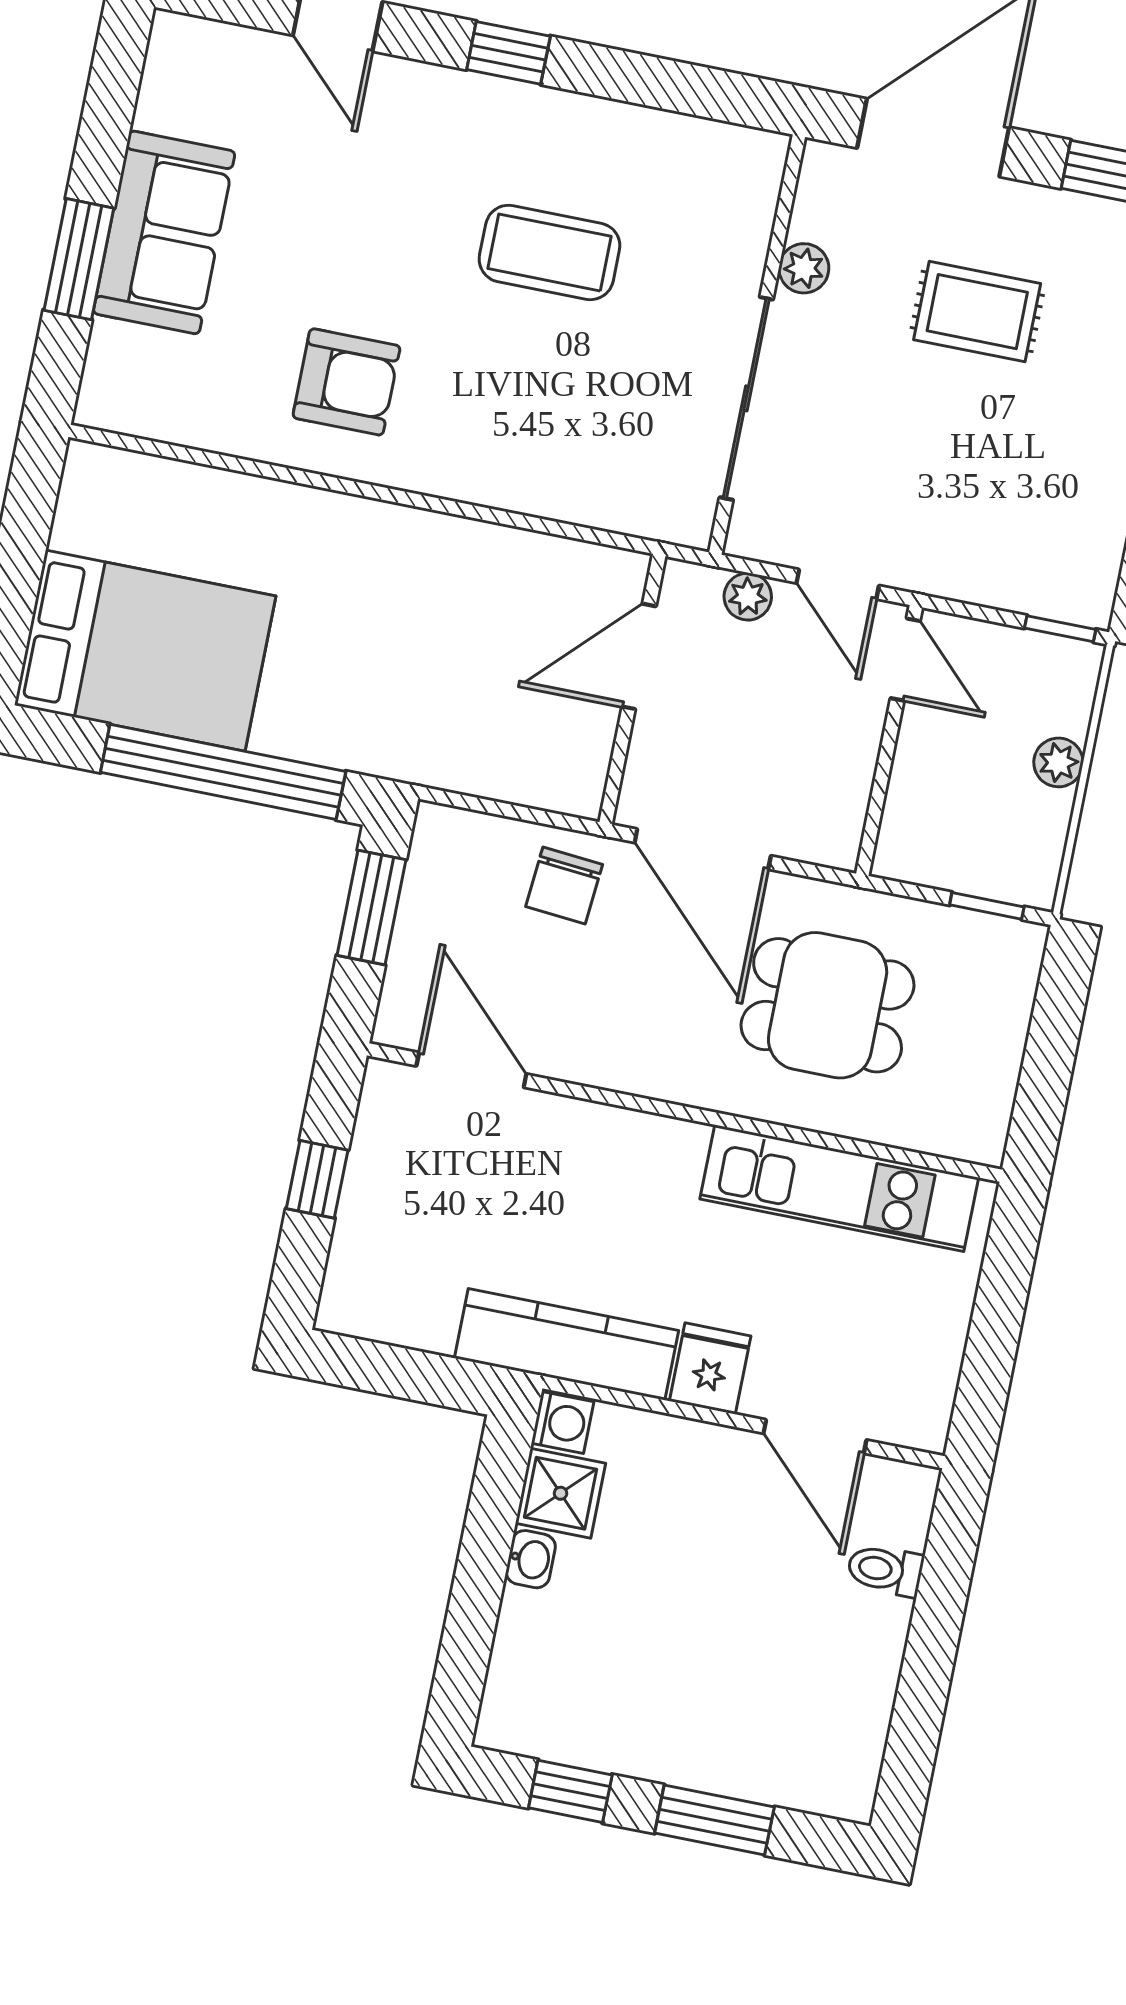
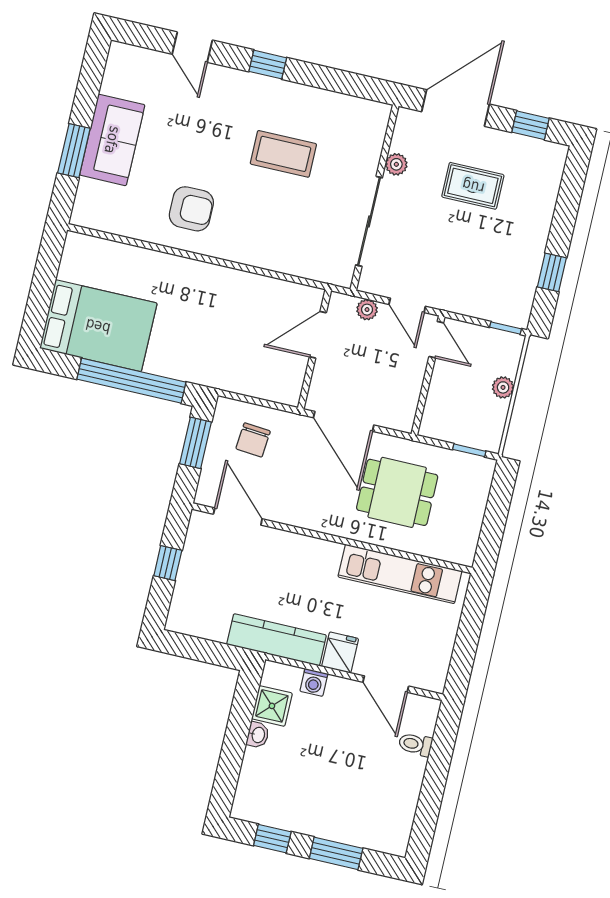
chair: (564, 885) -> (253, 440), moved
washing machine: (563, 1422) -> (314, 682), moved, turned 90

